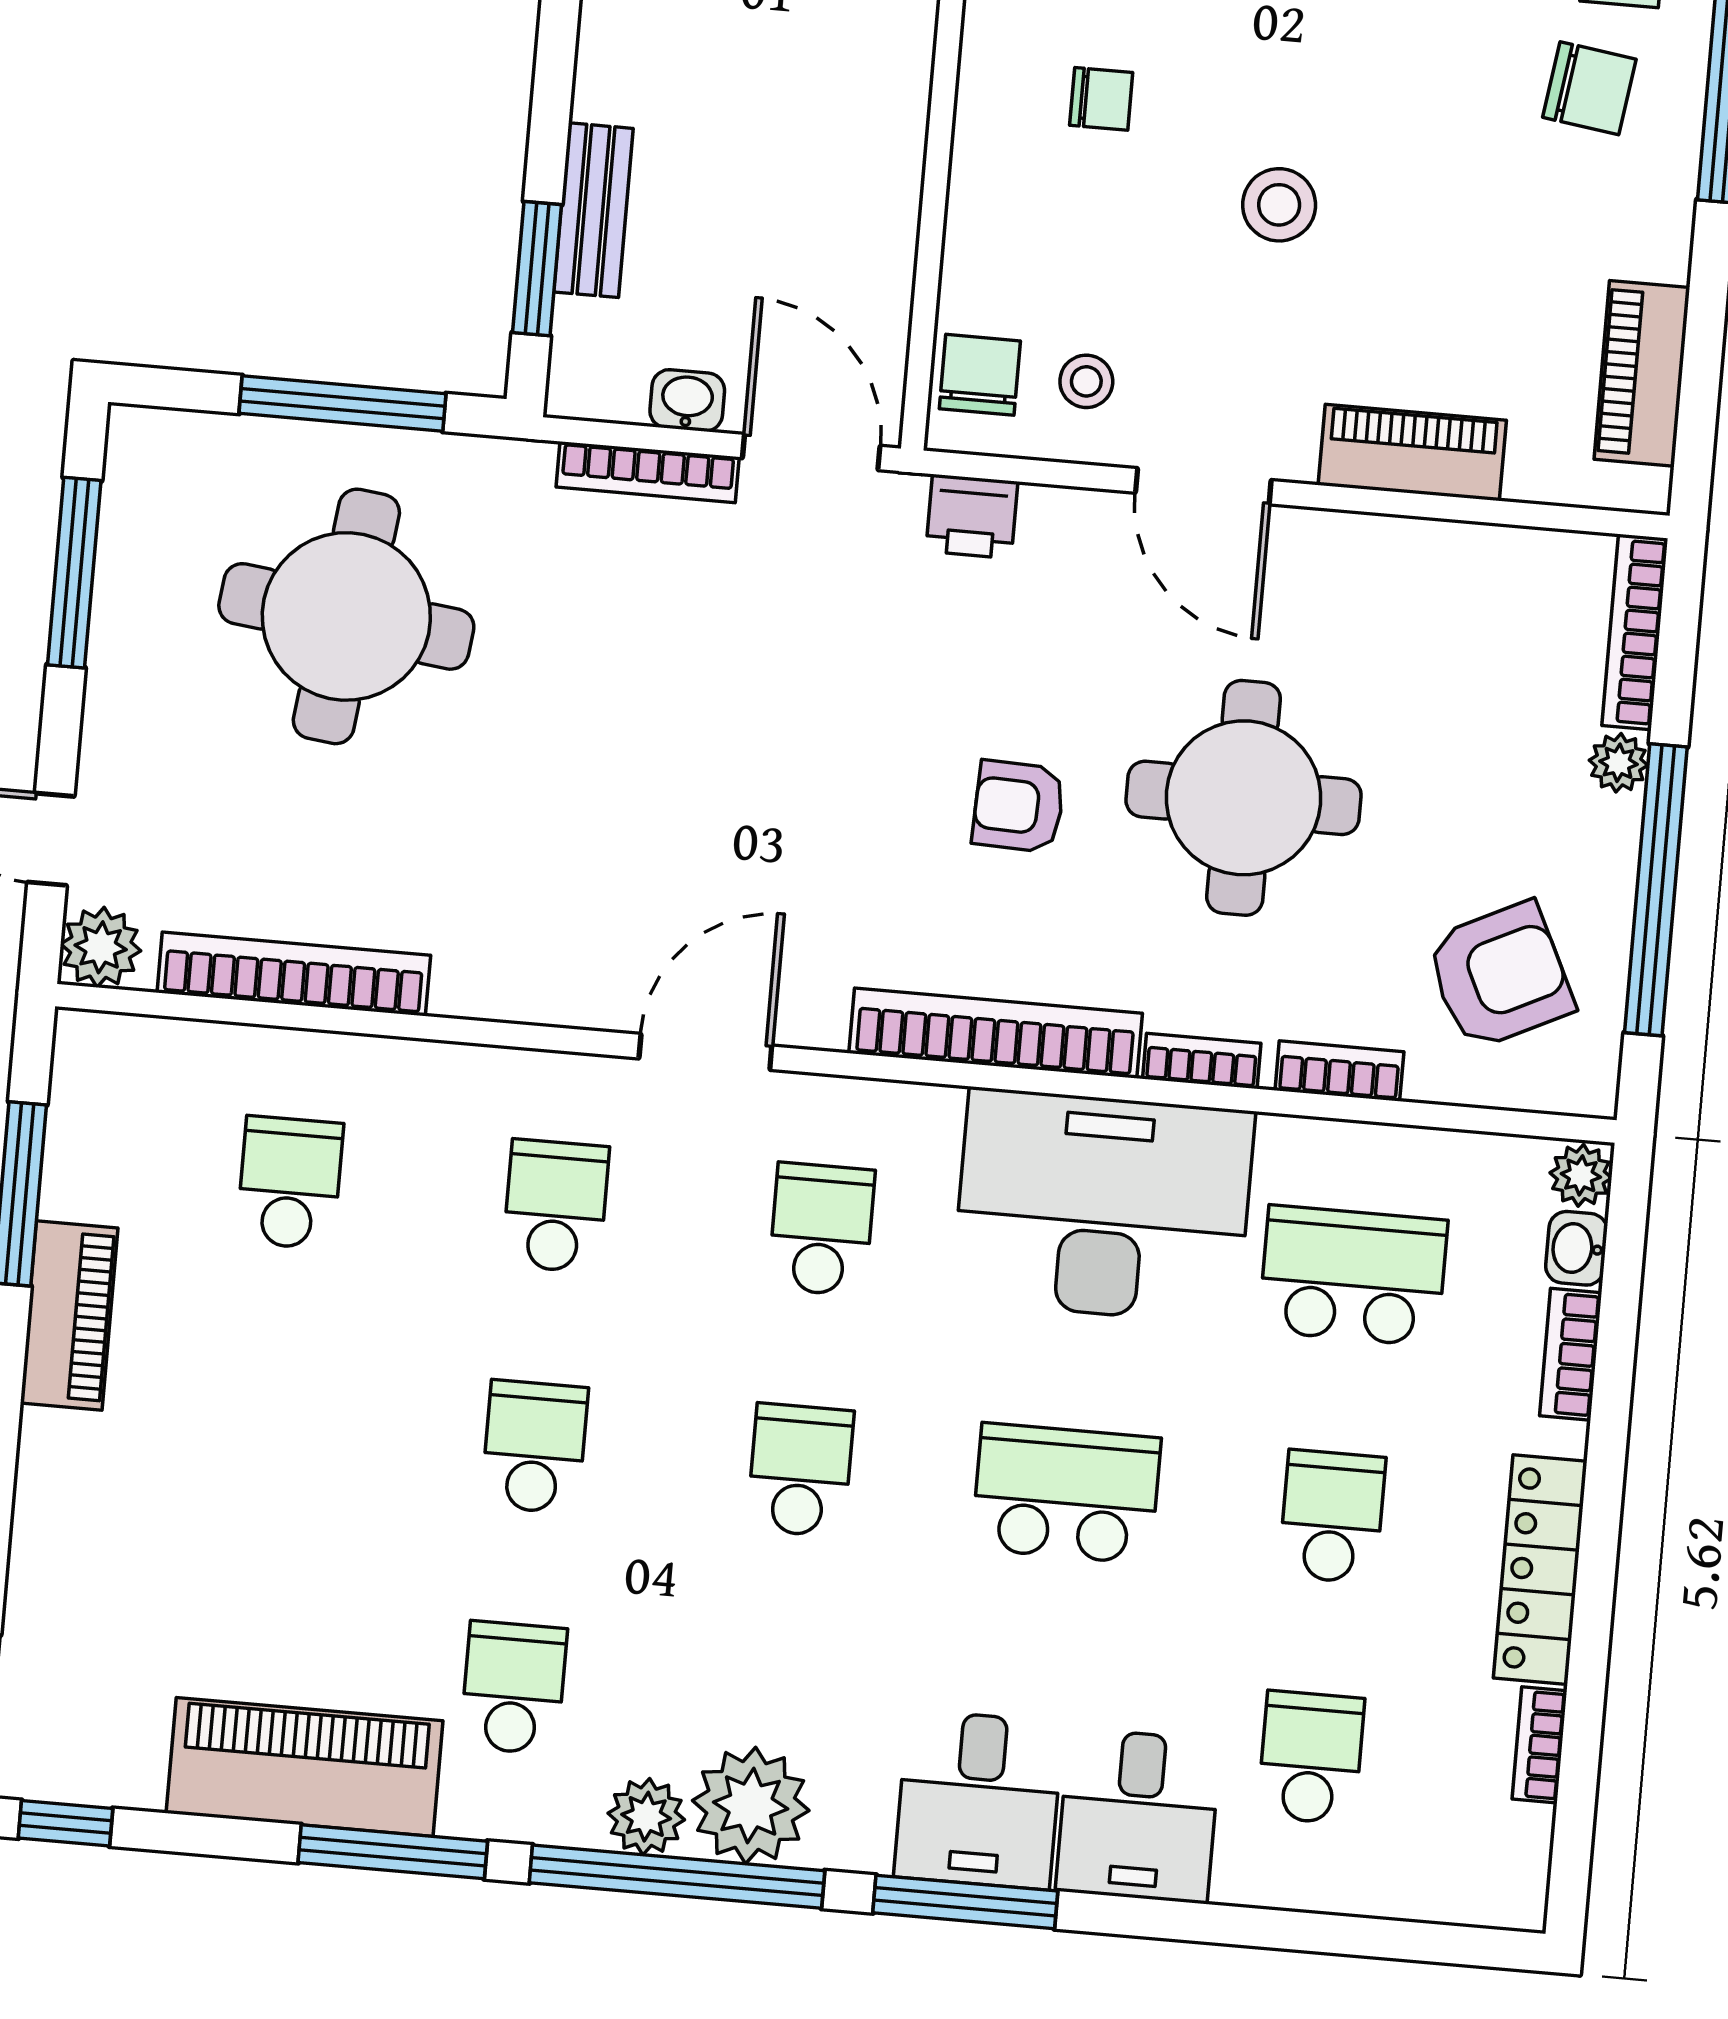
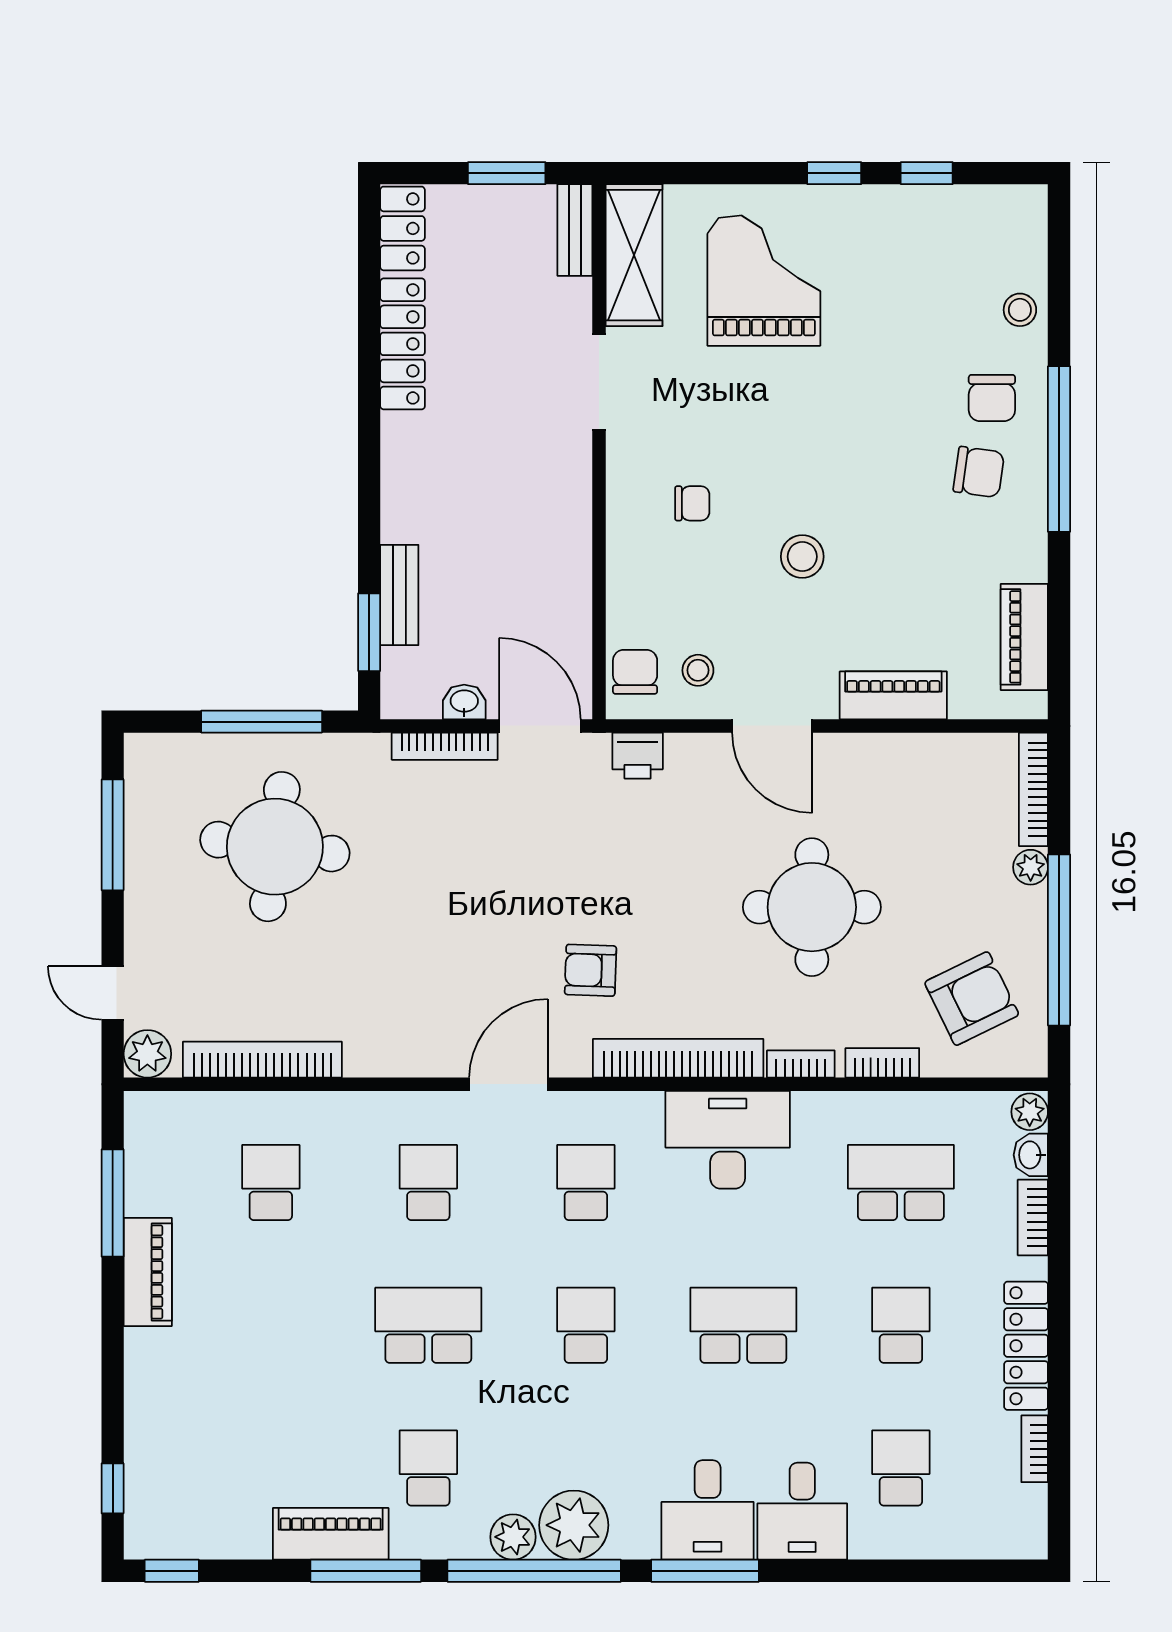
armchair: (1019, 806) -> (590, 970), moved
desk: (1103, 1206) -> (728, 1140), width x0.73, depth x0.77
school desk: (535, 1447) -> (428, 1325), width x1.85
piano: (305, 1767) -> (331, 1534), width x0.73, depth x0.75

